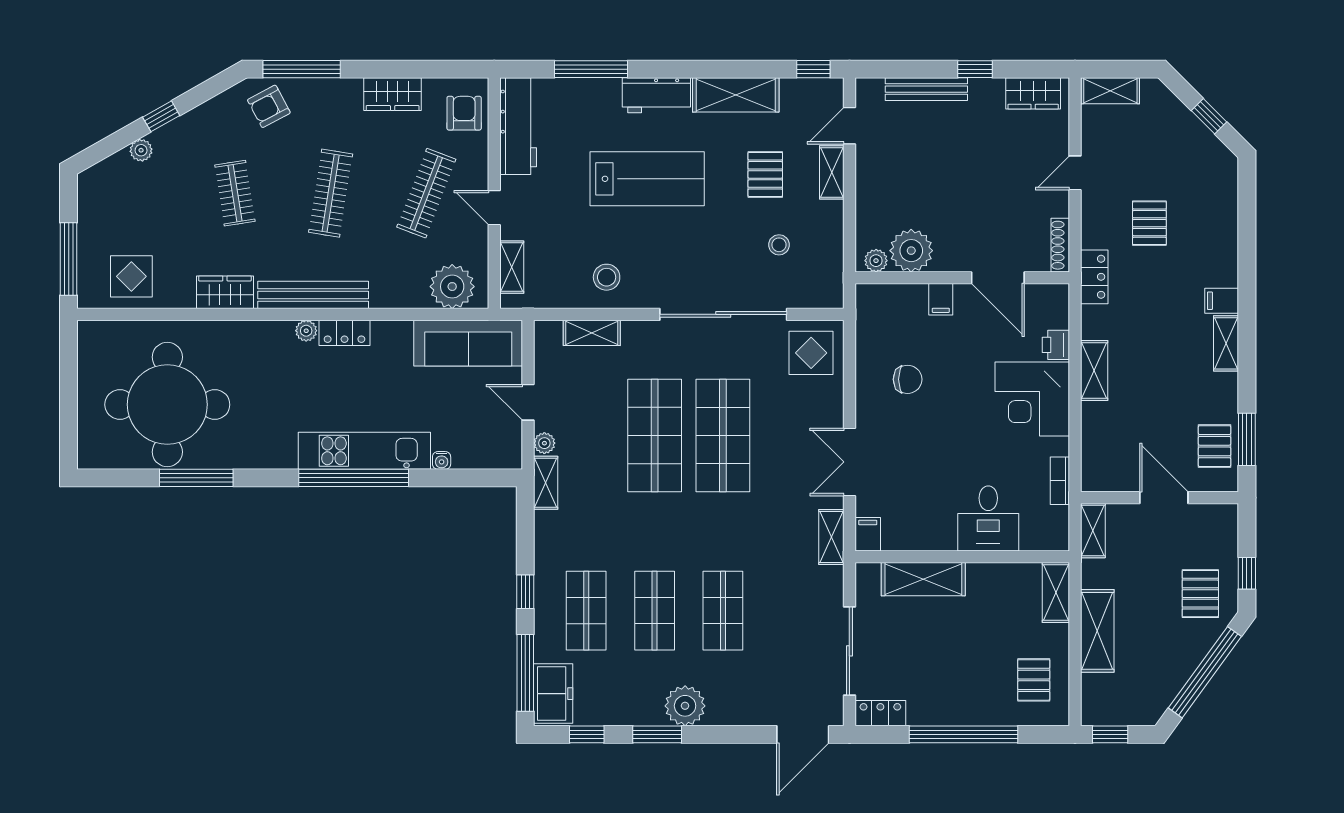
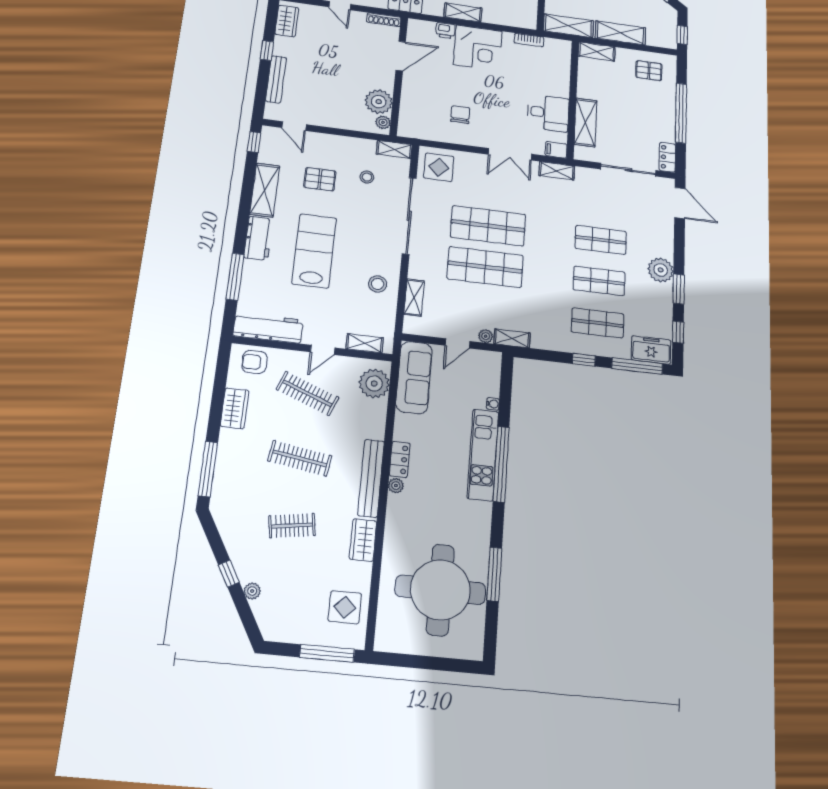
armchair: (269, 106) -> (232, 495), removed
shelving: (832, 172) -> (394, 149), moved
filing cabinet: (941, 299) -> (411, 89), removed
desk: (988, 519) -> (548, 113), moved
shelving: (1093, 531) -> (568, 26), width x1.50, depth x1.33

